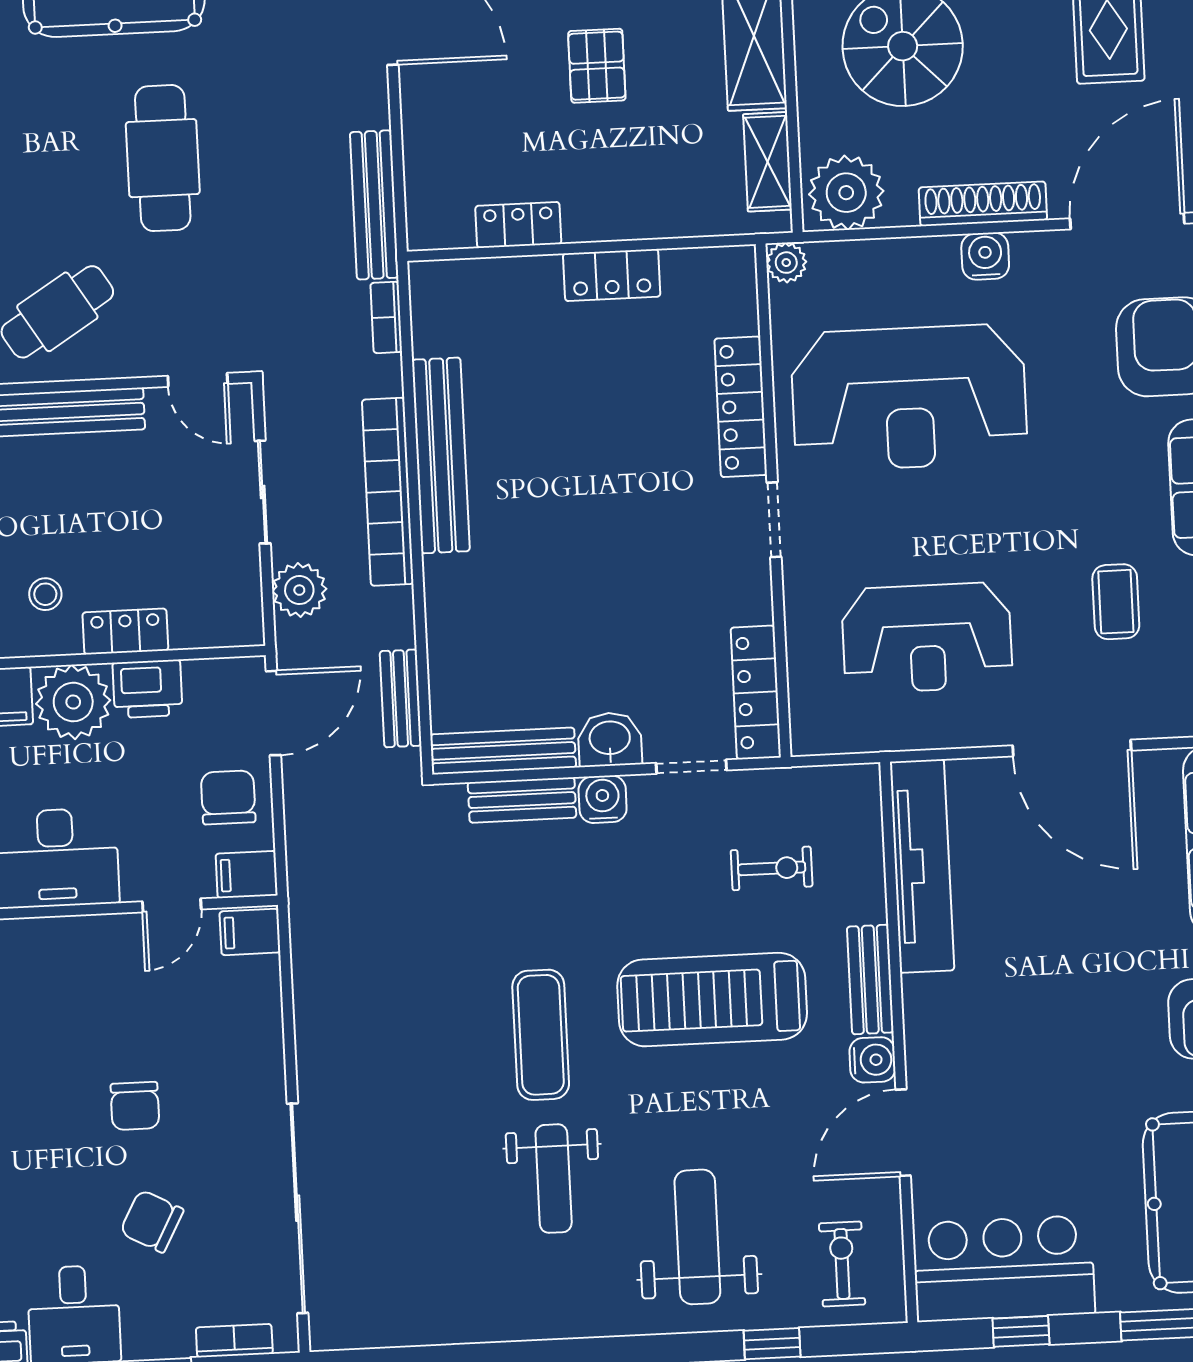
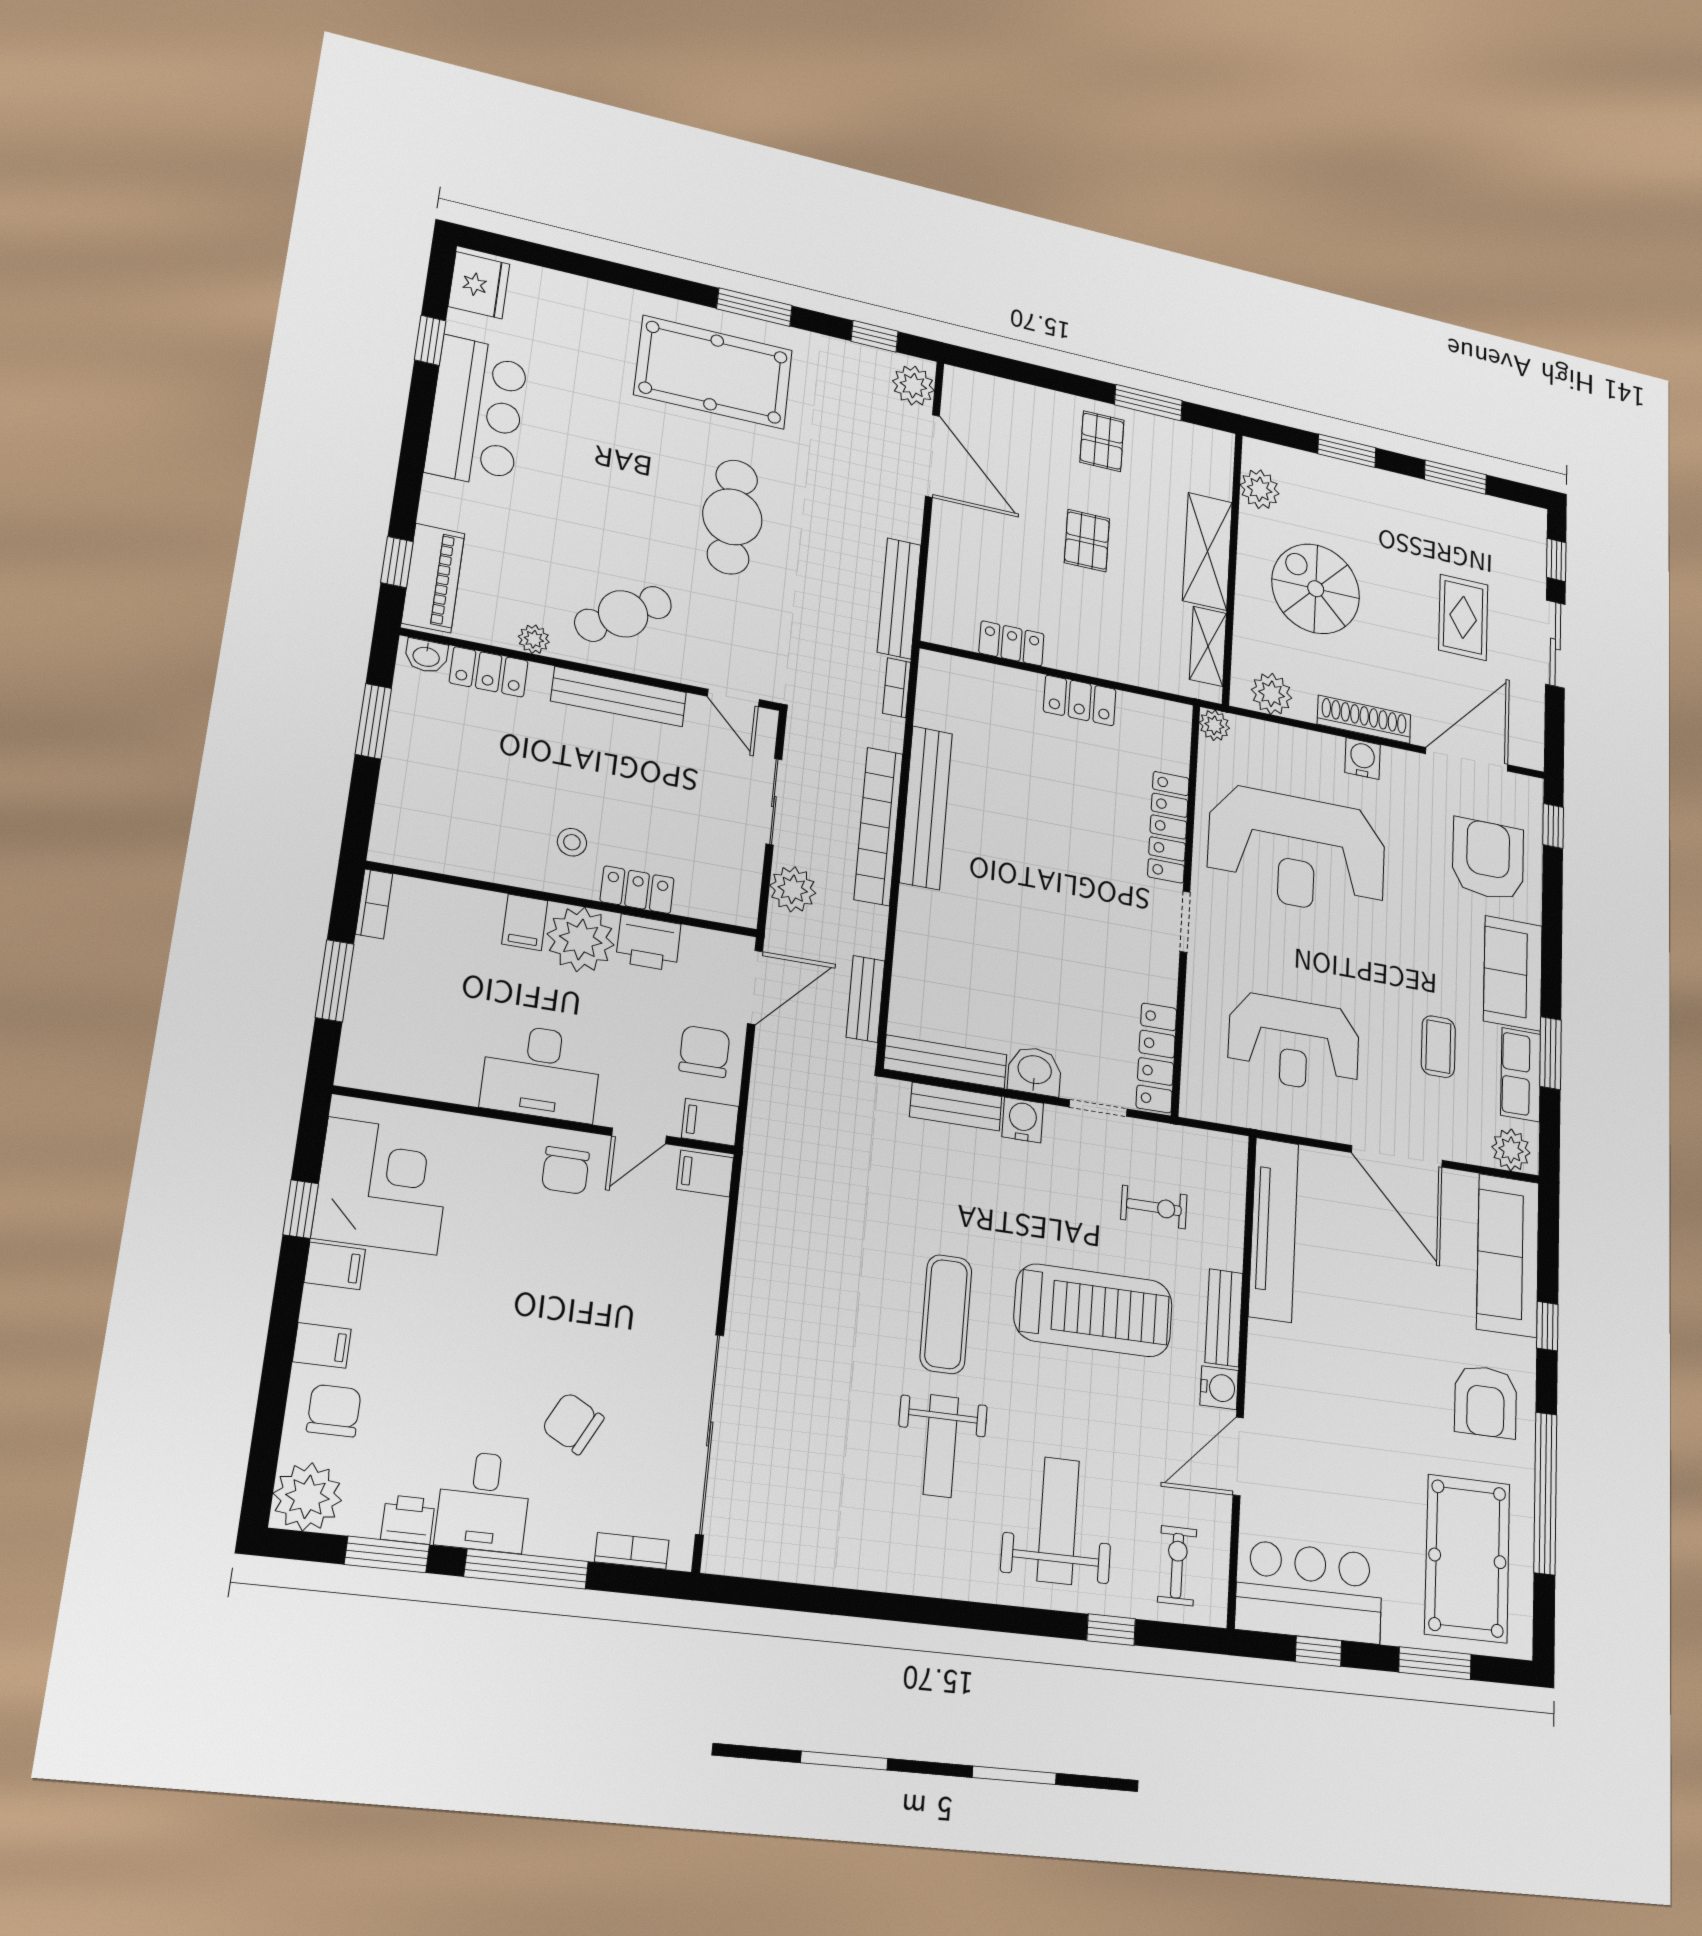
plant: (846, 193) -> (1272, 694), width x0.73, depth x0.73
treadmill: (712, 1000) -> (1094, 1310), turned 180
chair: (135, 1106) -> (566, 1170), moved

